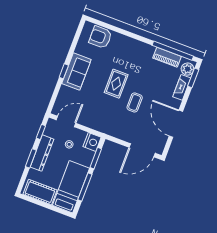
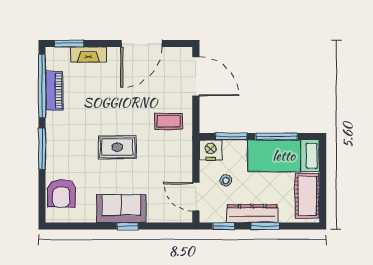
window: (133, 36) -> (42, 149), added
plant: (187, 69) -> (60, 56), removed
coffee table: (135, 102) -> (169, 121), moved

